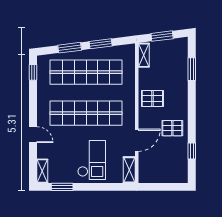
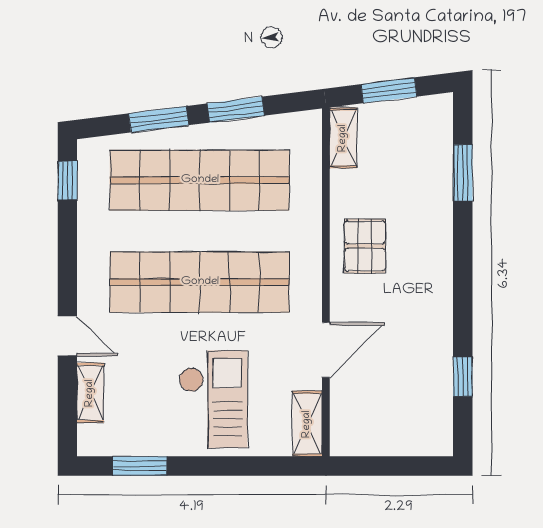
pallet: (152, 99) -> (365, 246), turned 90
pallet: (172, 128) -> (415, 320), removed
shelving: (42, 171) -> (90, 393), moved

